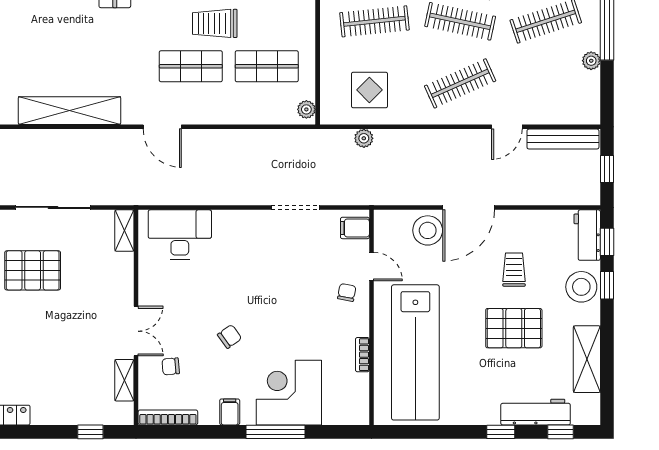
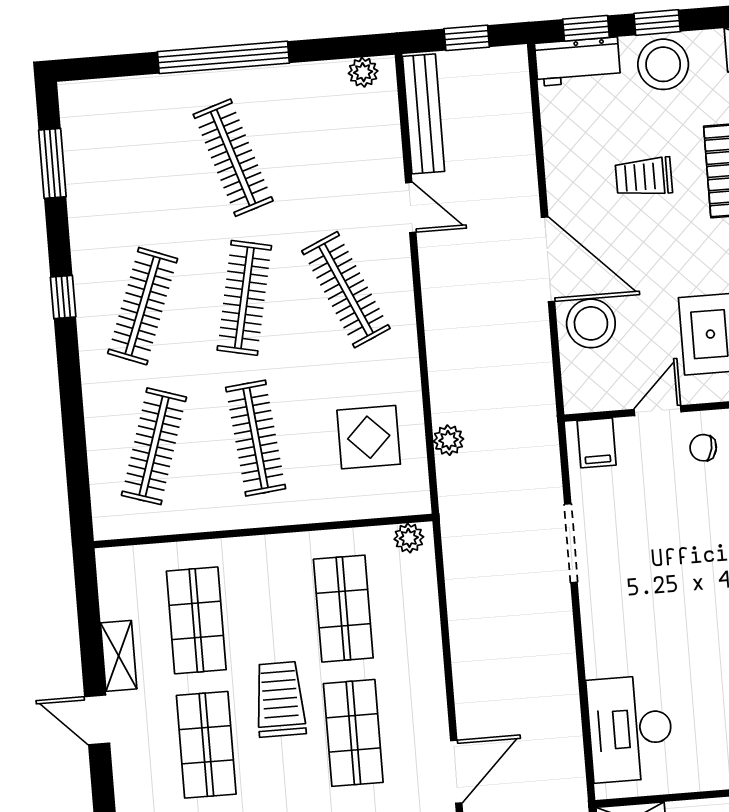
trolley: (215, 23) -> (280, 699), turned 180
plant: (591, 61) -> (363, 72), moved

